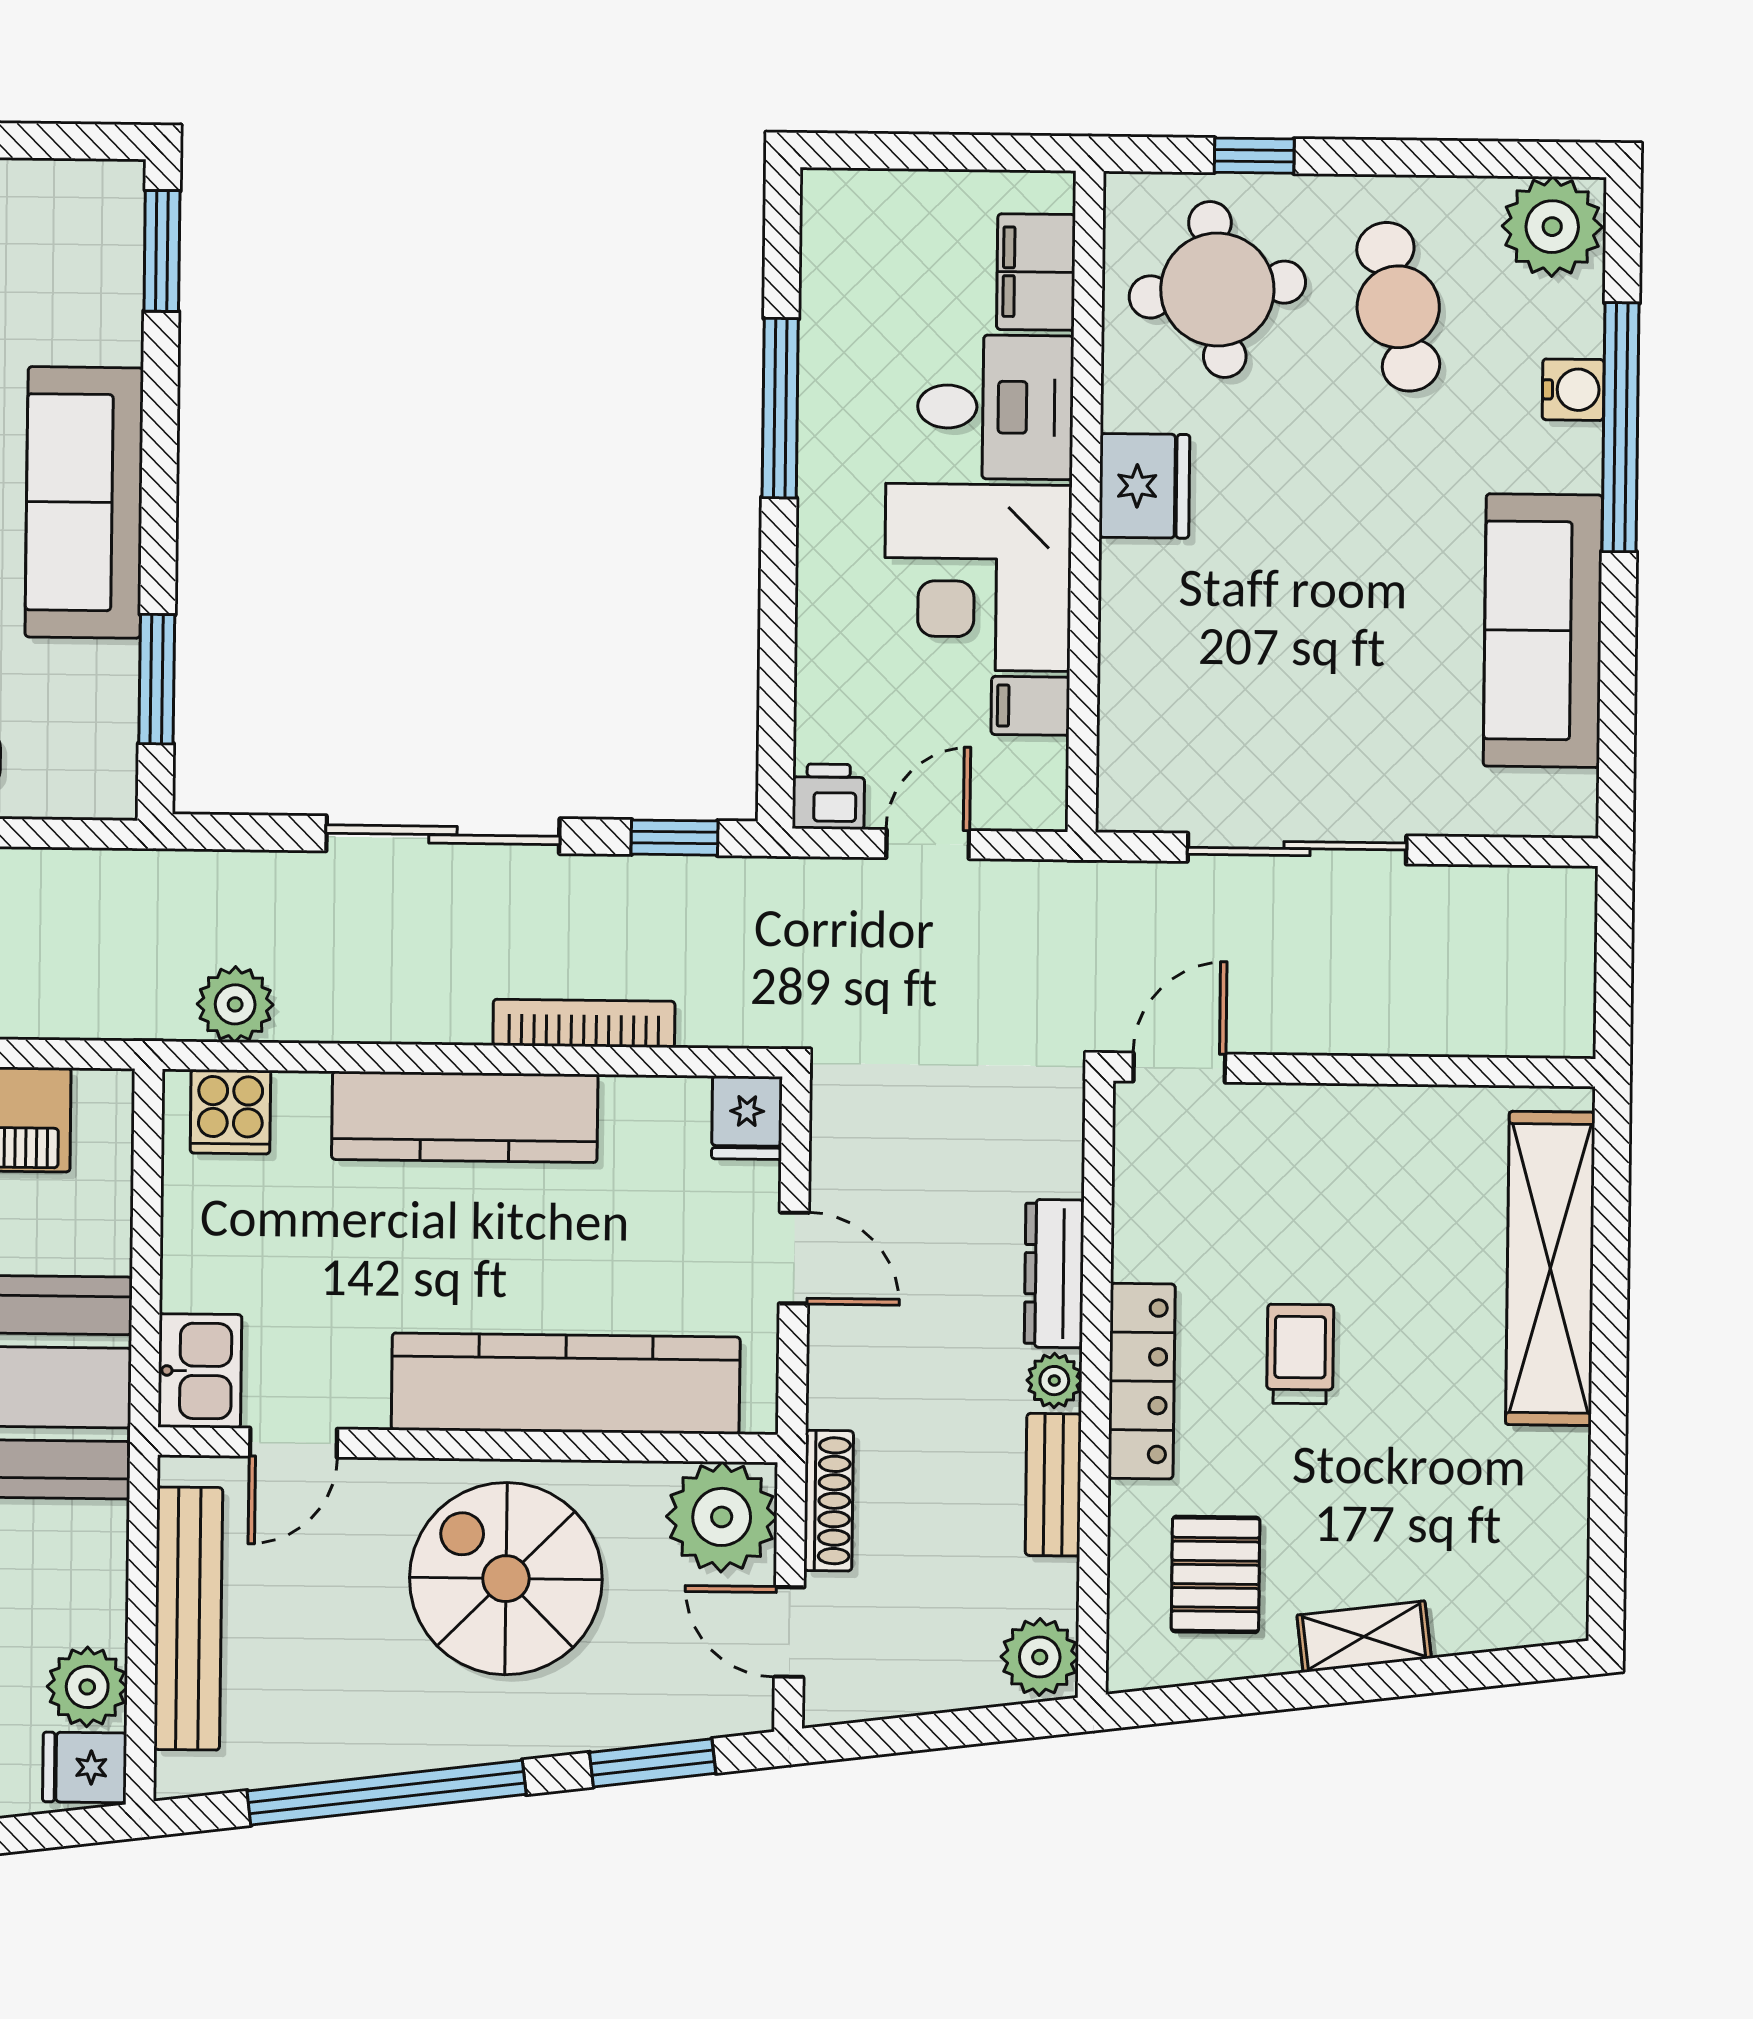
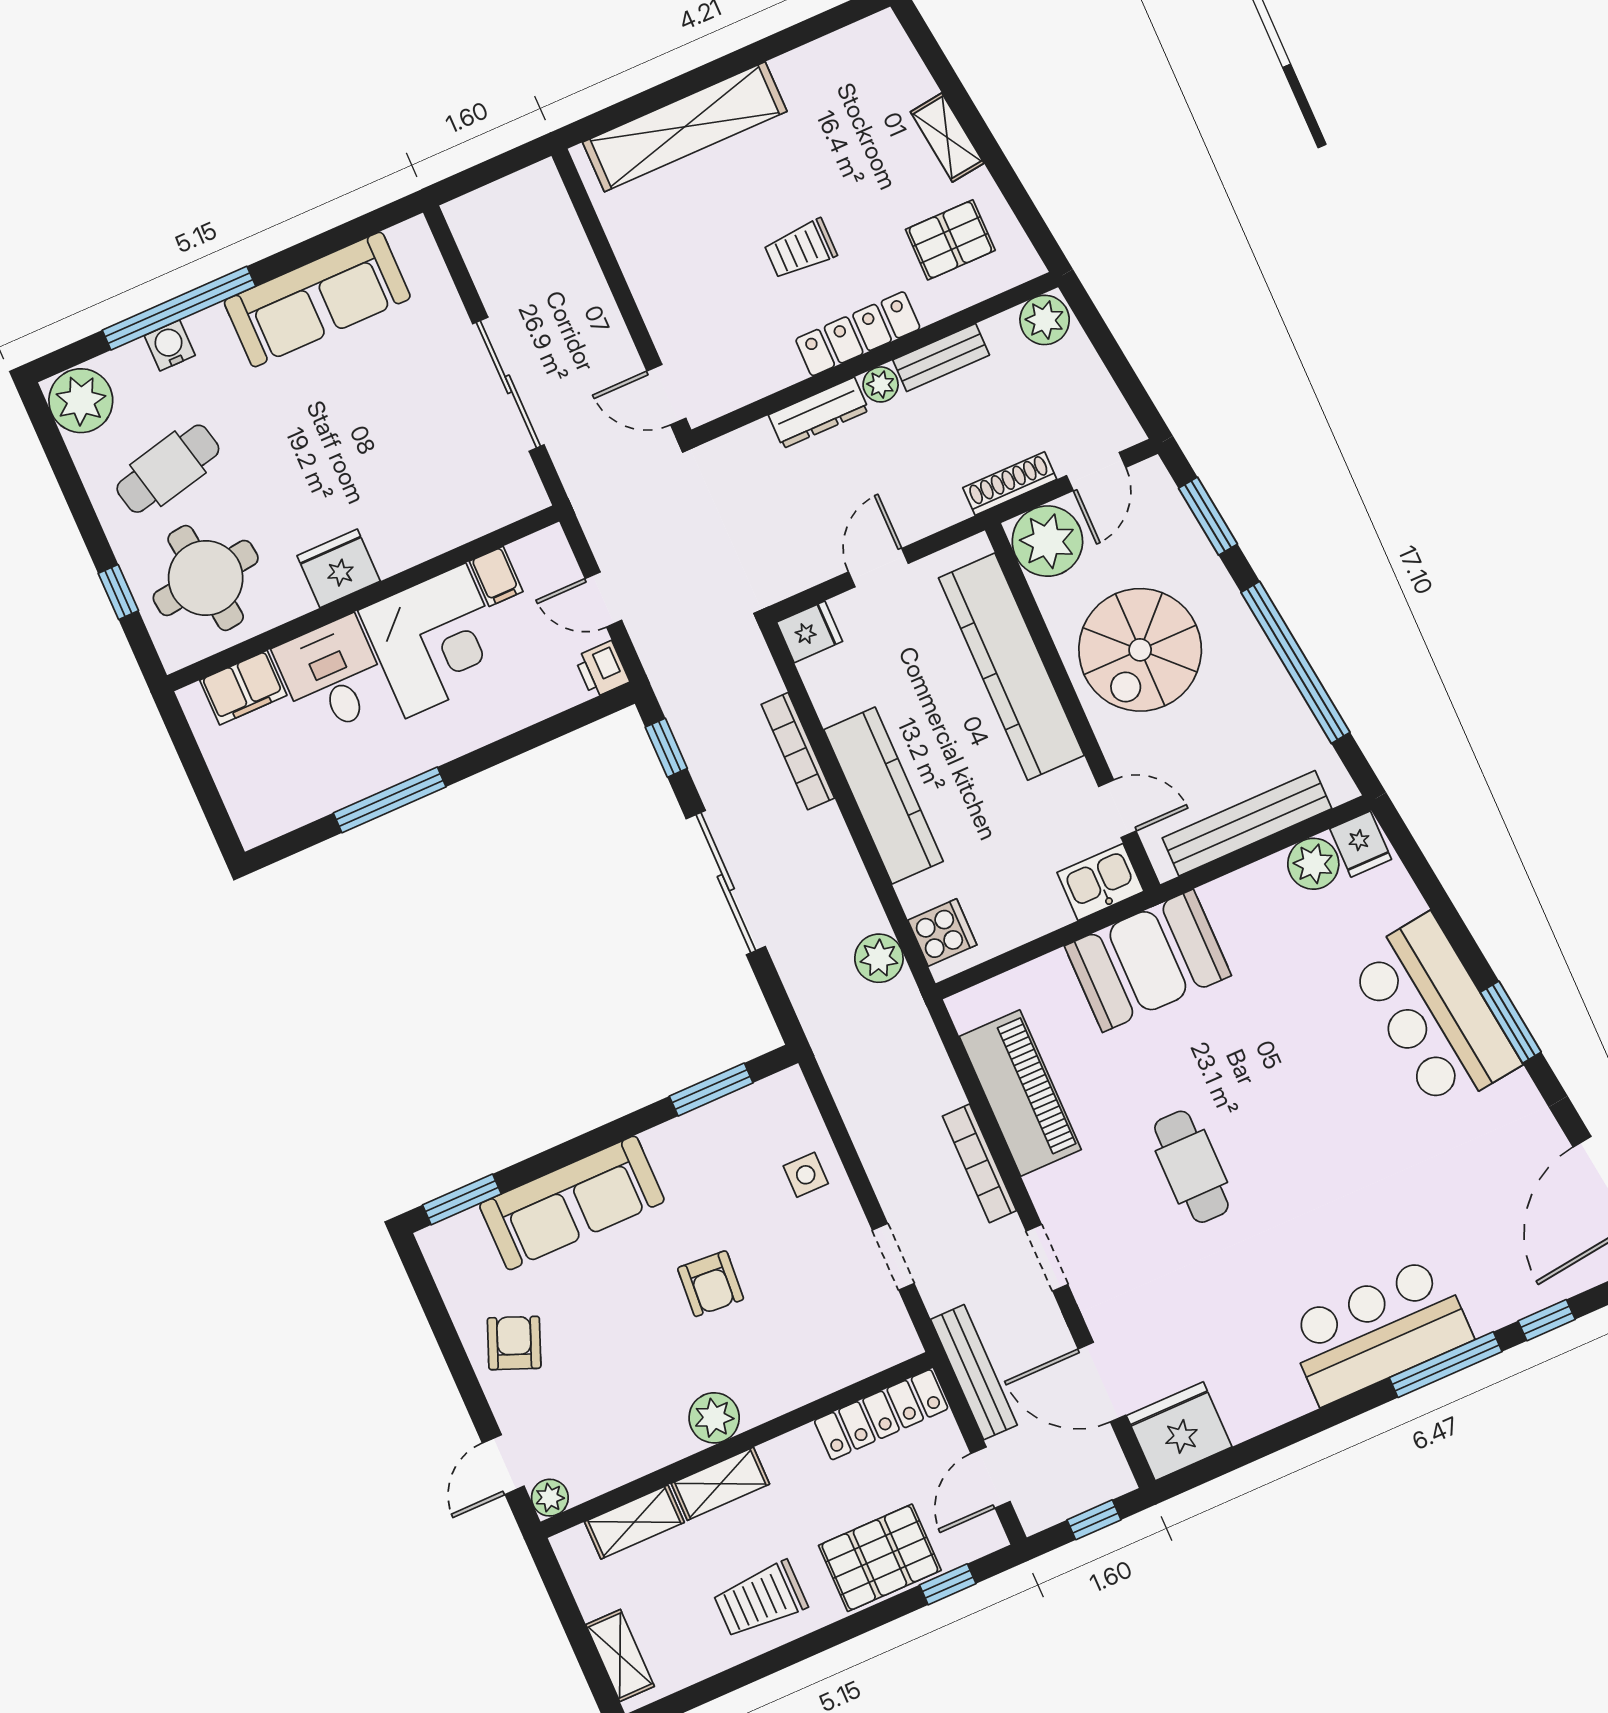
sofa: (84, 502) -> (572, 1203), moved

